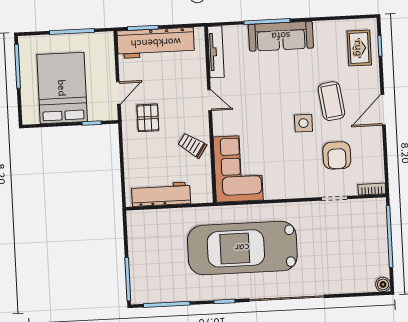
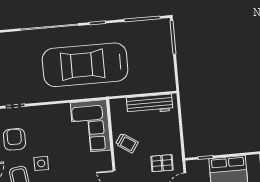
pallet: (148, 118) -> (162, 163), turned 90
car: (242, 248) -> (85, 65), turned 180

